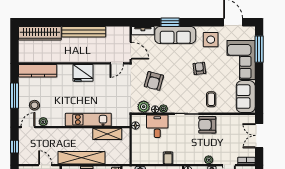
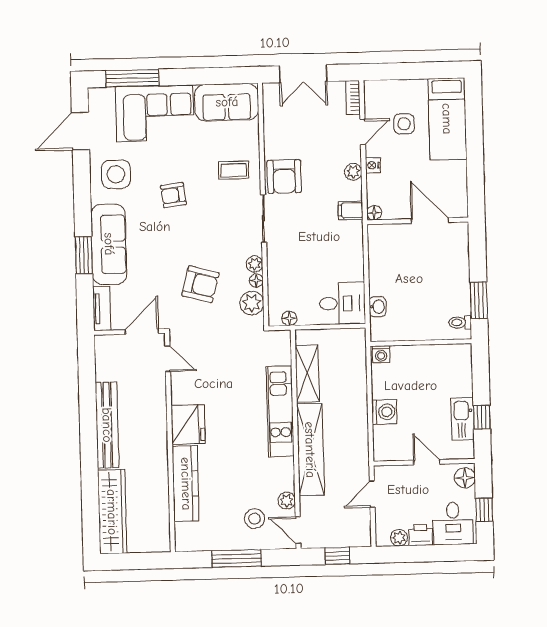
kitchen counter: (38, 71) -> (186, 484), moved
desk: (157, 126) -> (342, 303), moved, turned 180
shelving: (81, 158) -> (310, 450), moved
filing cabinet: (168, 158) -> (351, 210), moved

